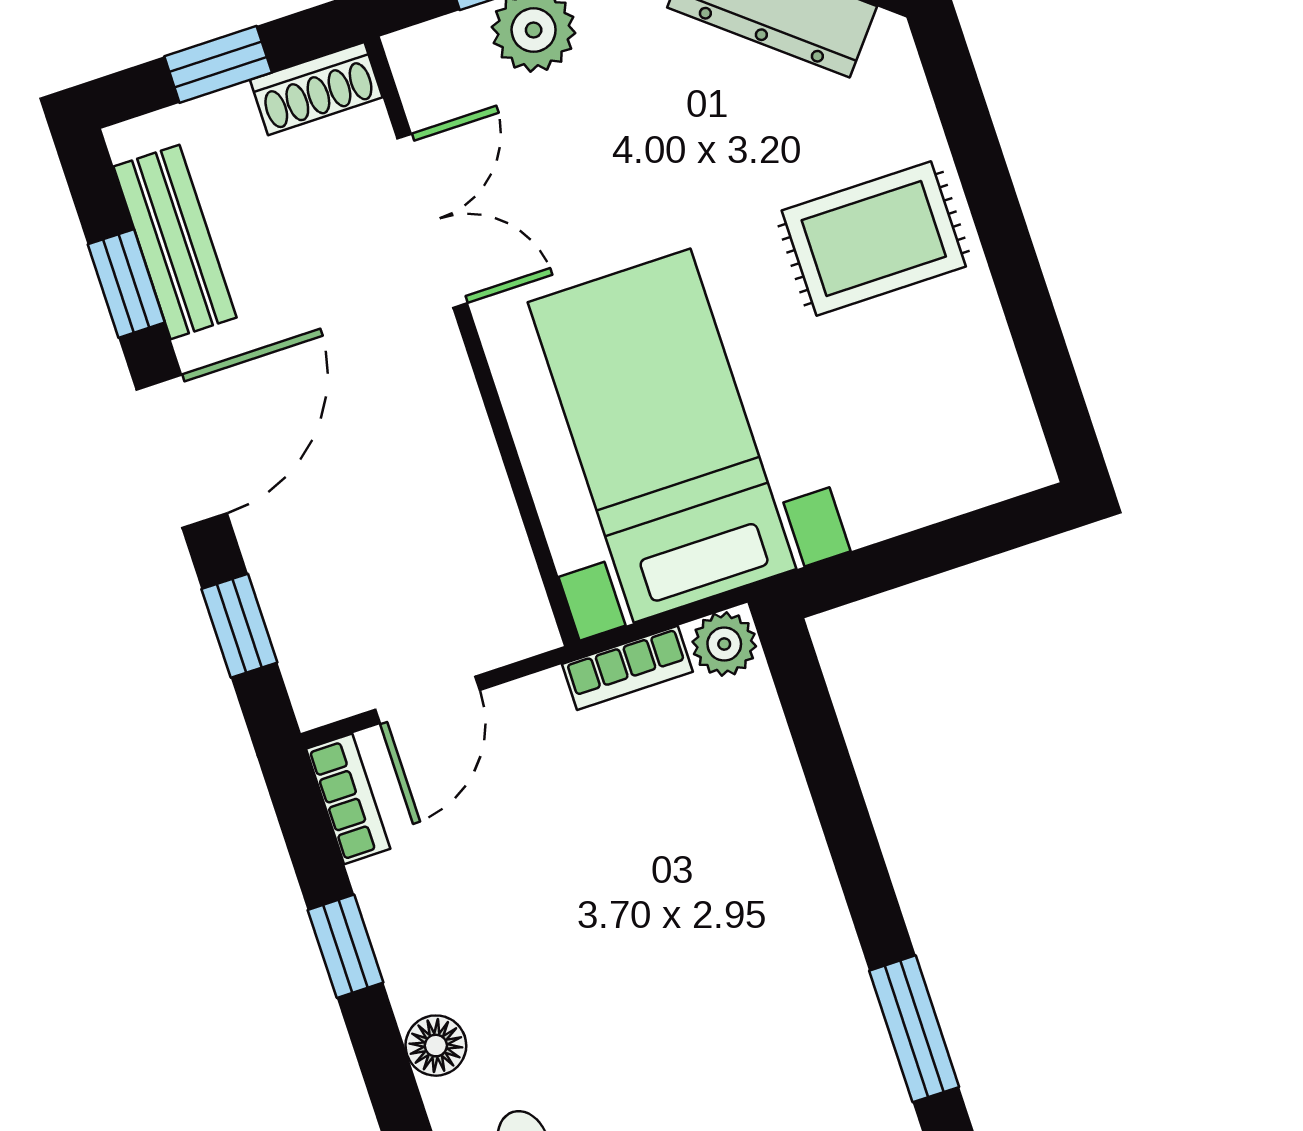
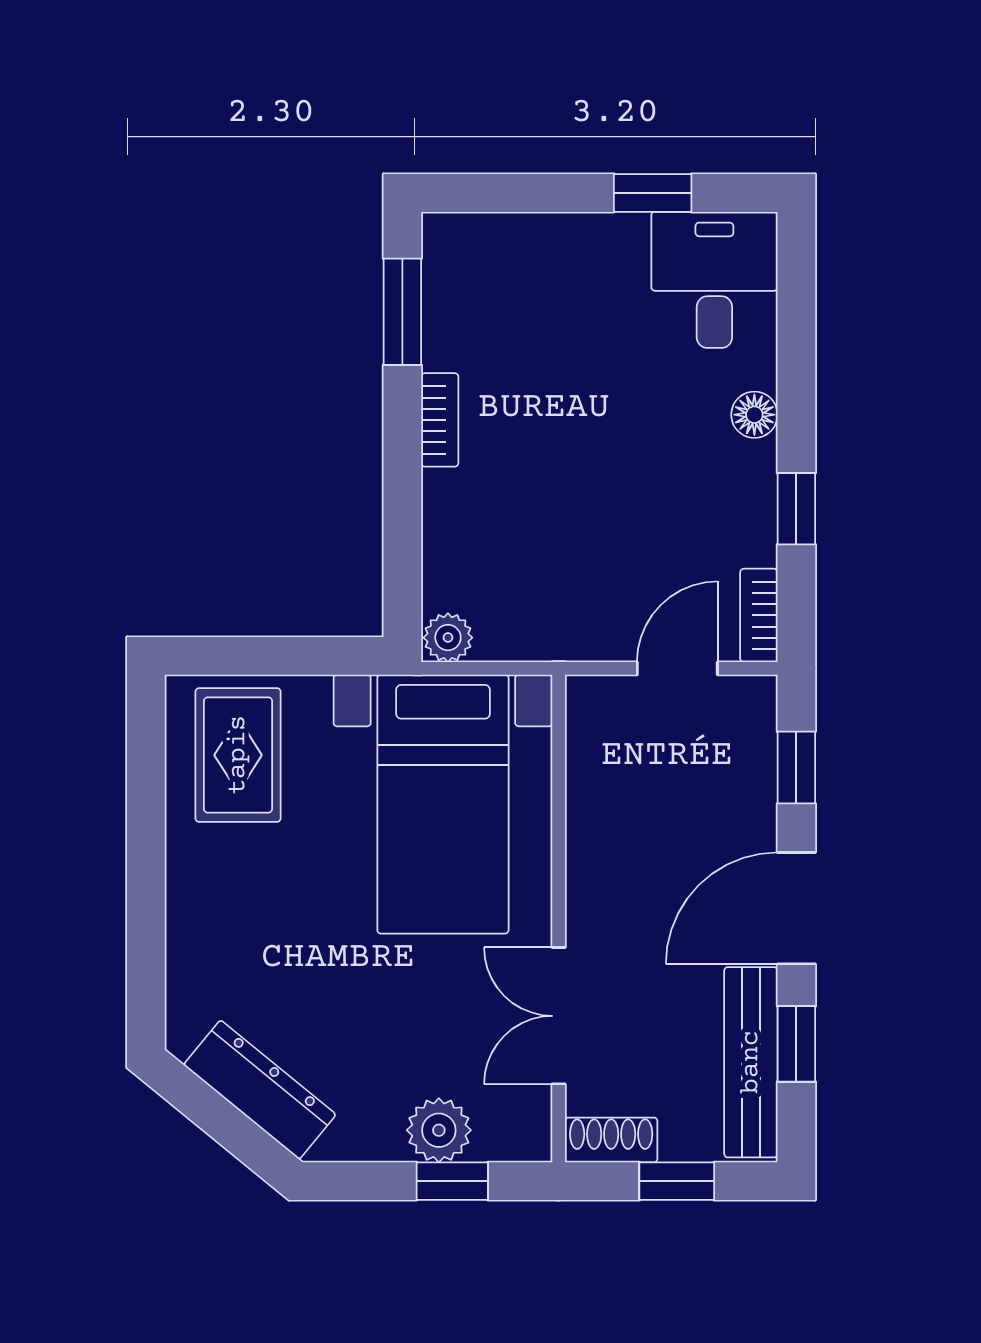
rug: (874, 238) -> (238, 755), moved, turned 90
bench: (175, 242) -> (751, 1062), width x1.36
bookcase: (627, 668) -> (440, 420), moved, turned 90

